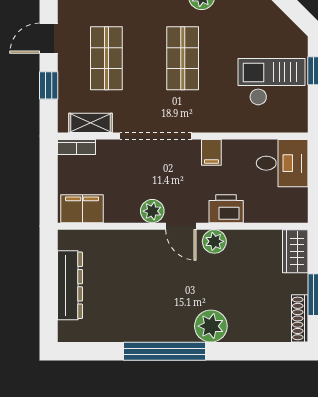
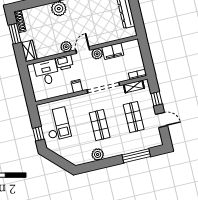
door: (49, 38) -> (162, 120), hinge flipped
checkout: (272, 82) -> (57, 124), turned -90
desk: (282, 163) -> (47, 72), moved, turned 90
filing cabinet: (82, 209) -> (113, 51), moved
door: (181, 226) -> (83, 50), hinge flipped

